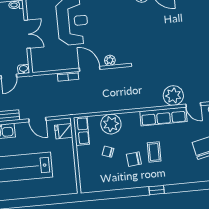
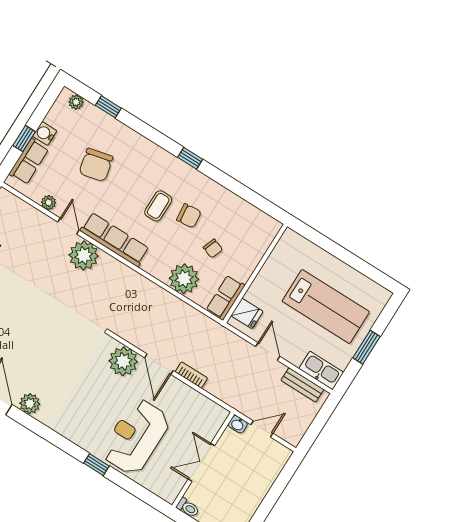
plant: (110, 60) -> (123, 361), width x1.88, depth x1.88

